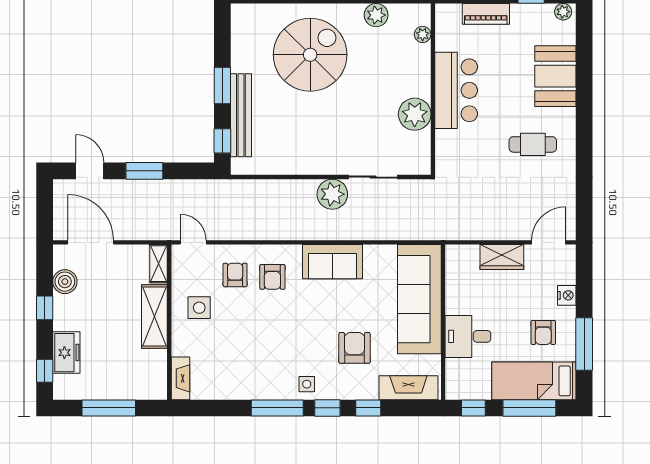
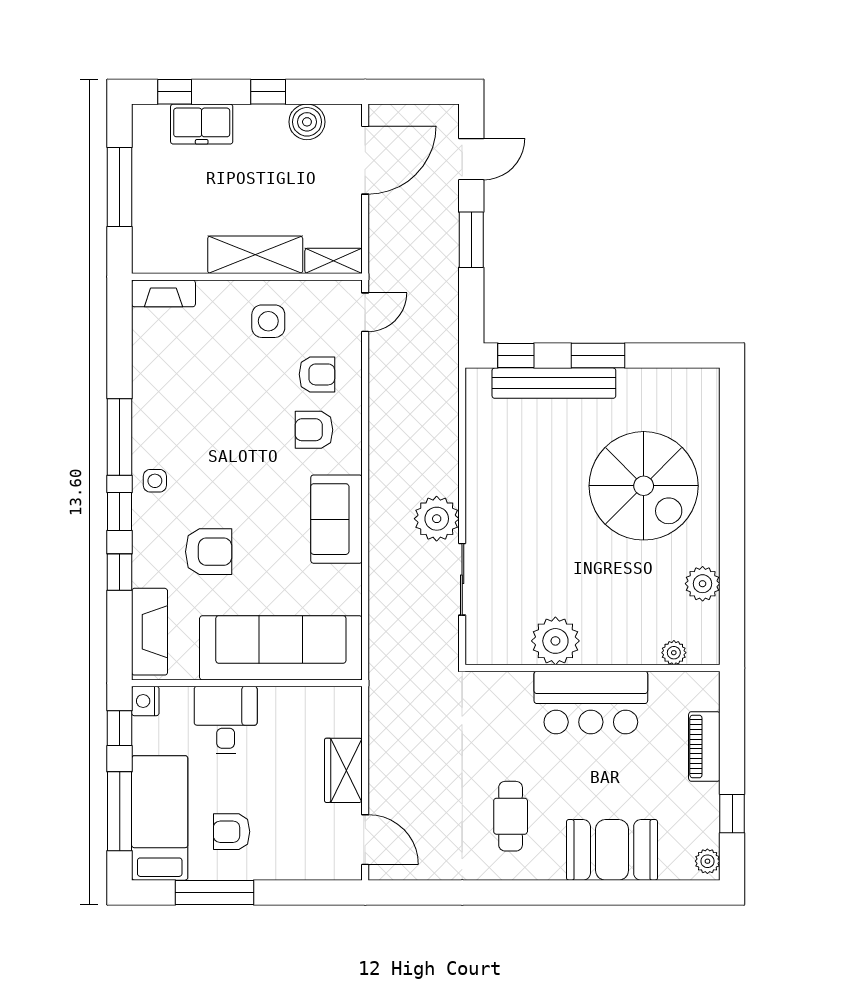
nightstand: (567, 295) -> (145, 701), moved, turned 90

